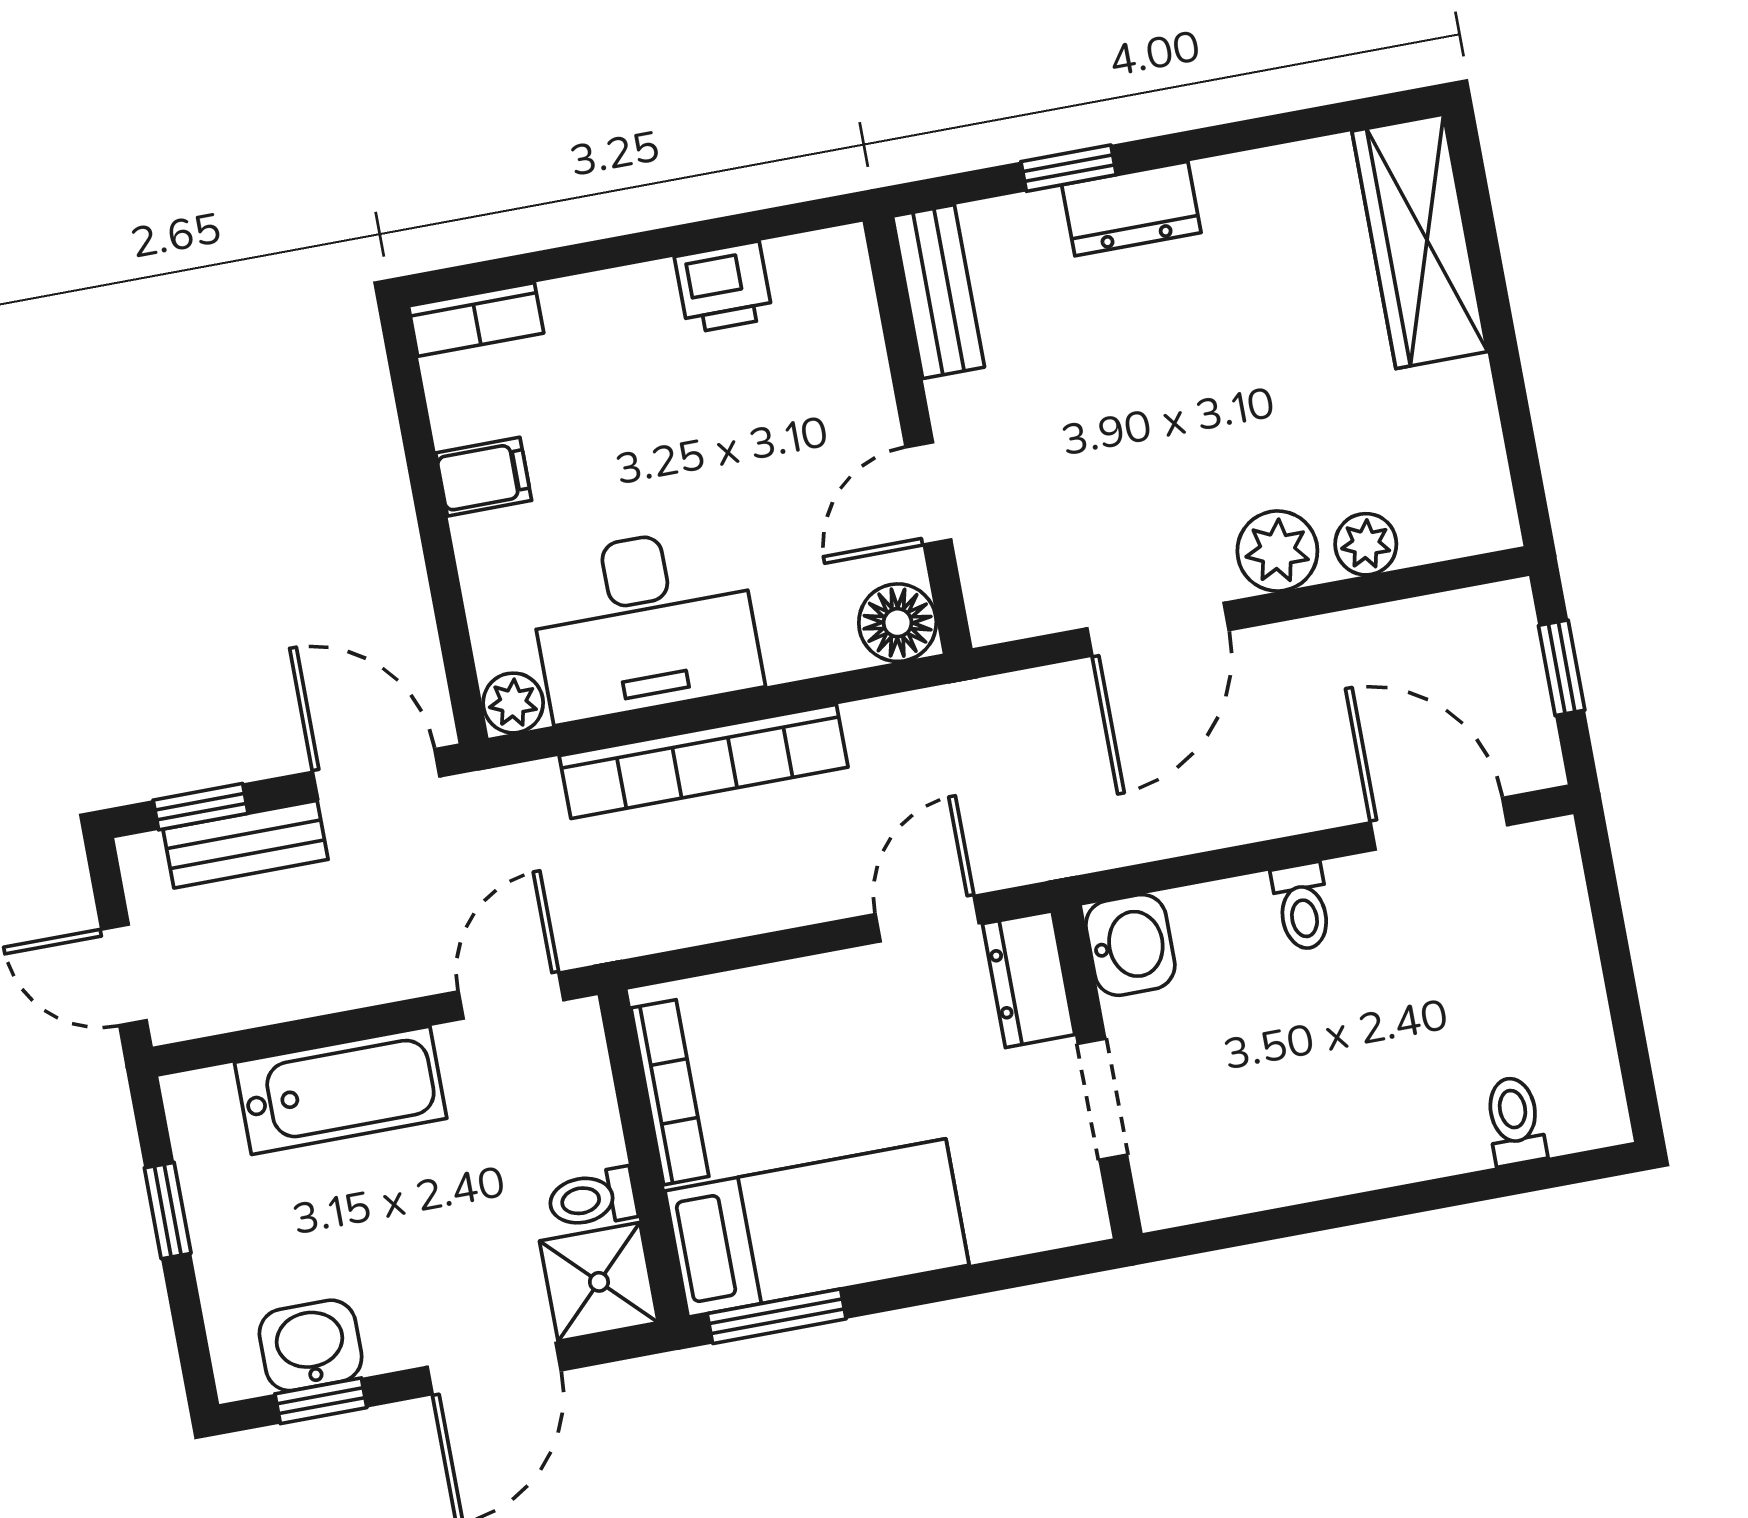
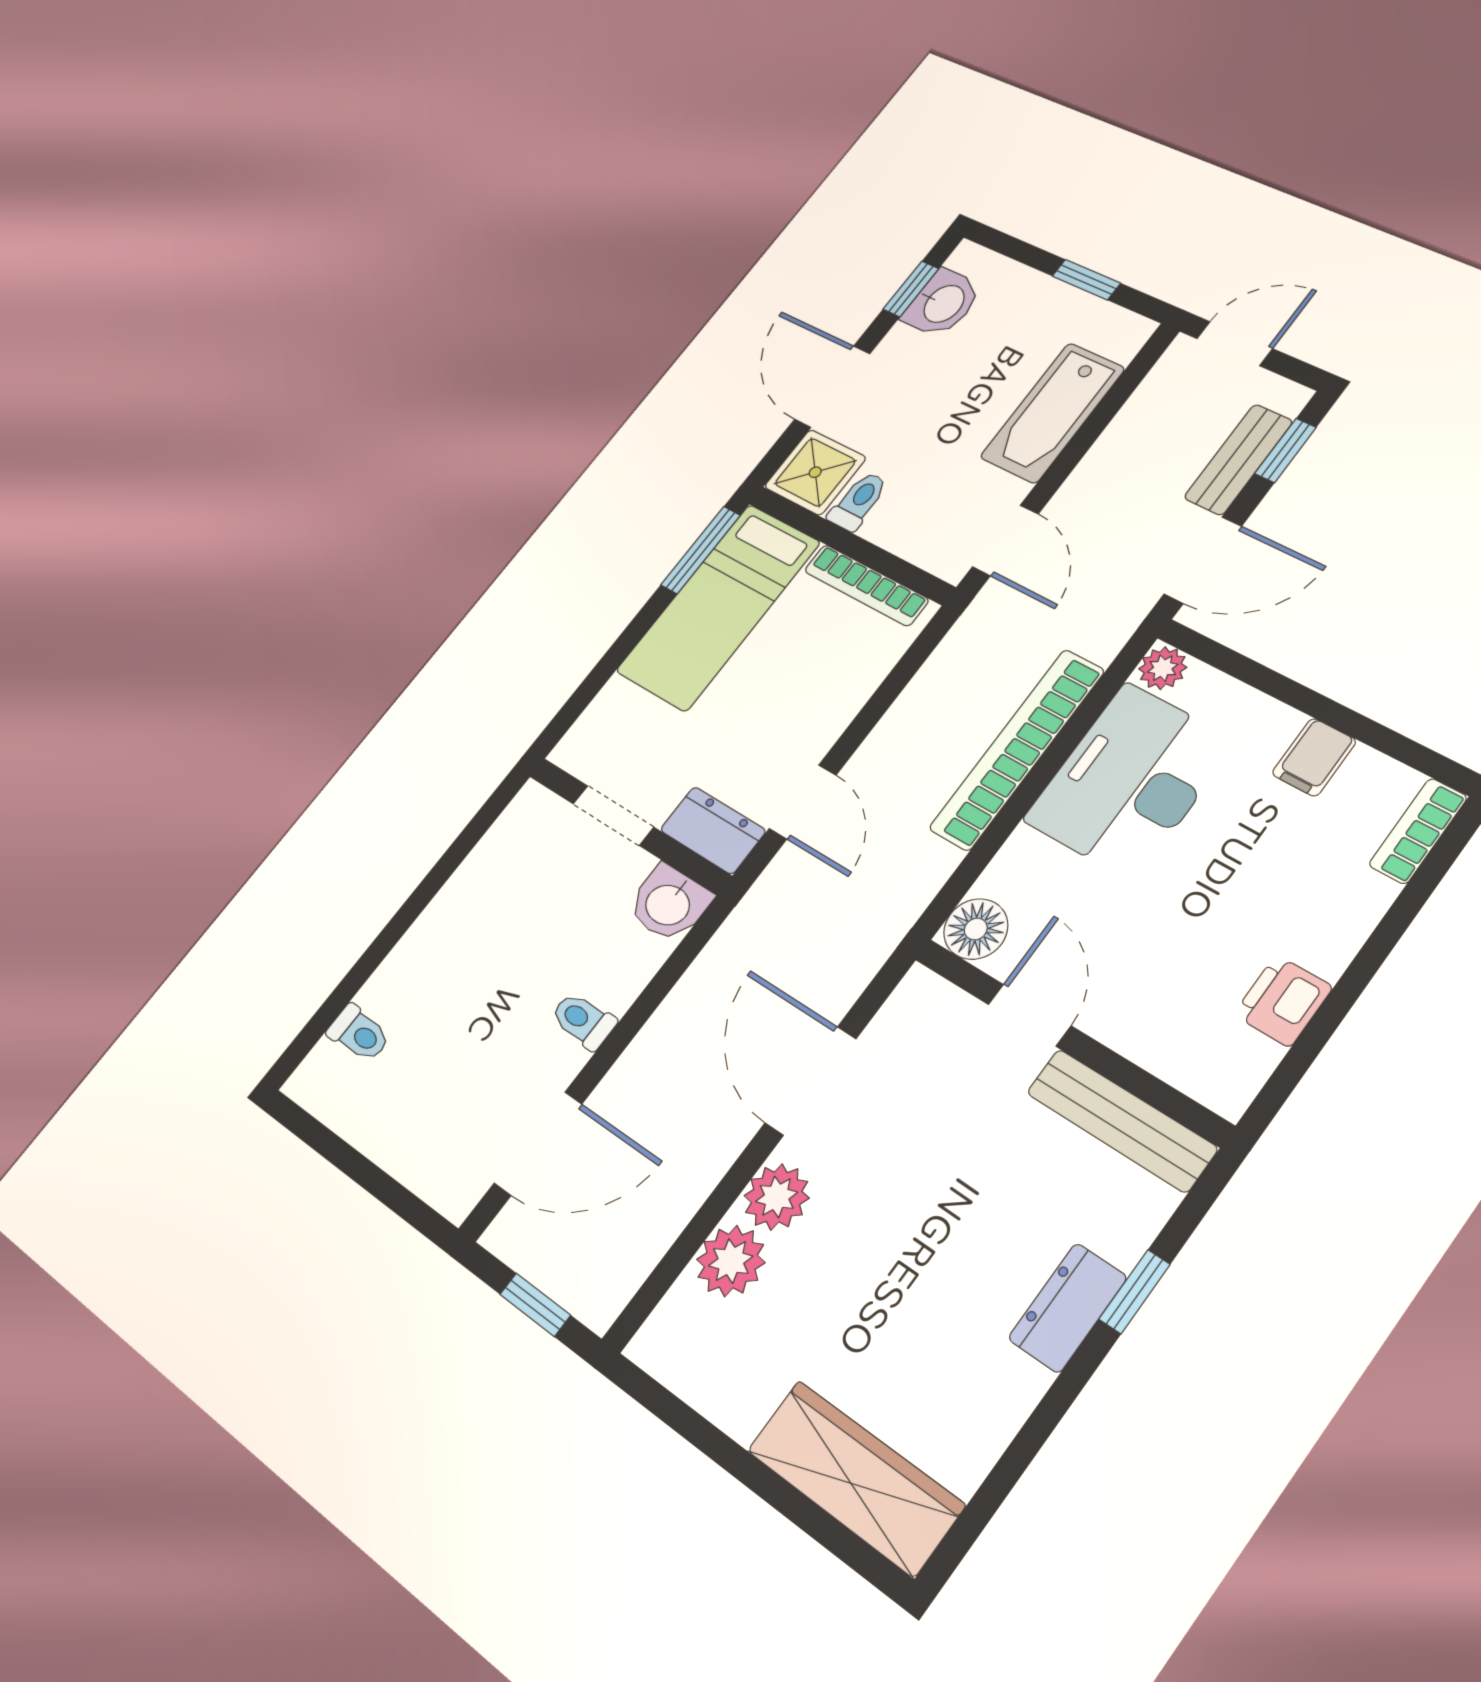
bench: (938, 292) -> (1121, 1120), width x1.36
plant: (1366, 544) -> (731, 1261), width x1.38, depth x1.38

